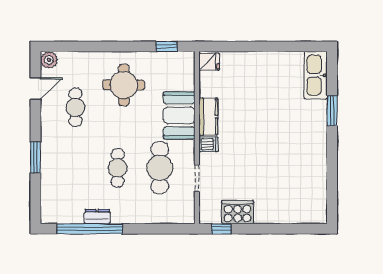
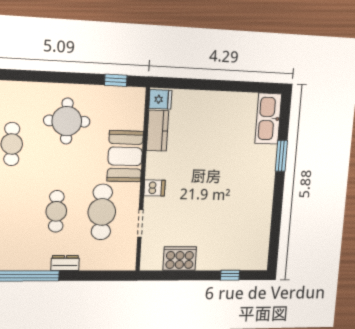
kitchen counter: (208, 117) -> (158, 131), moved
dresser: (97, 217) -> (65, 263), moved
window: (221, 229) -> (230, 275), moved

